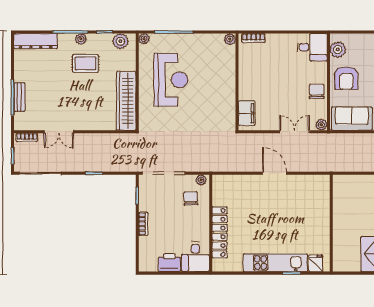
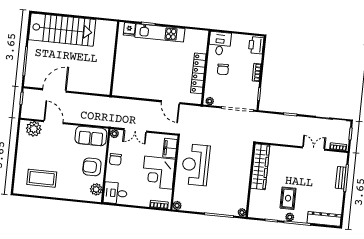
plant: (120, 41) -> (260, 212), removed
rug: (86, 63) -> (288, 198), turned 90
armchair: (346, 78) -> (92, 167), turned -90
reception desk: (171, 80) -> (196, 165), moved
corner desk: (258, 80) -> (159, 173), added
door: (275, 173) -> (170, 102), moved
chair: (191, 198) -> (223, 69), moved
locker: (220, 232) -> (198, 73), moved
printer: (169, 263) -> (256, 45), moved, turned 90

